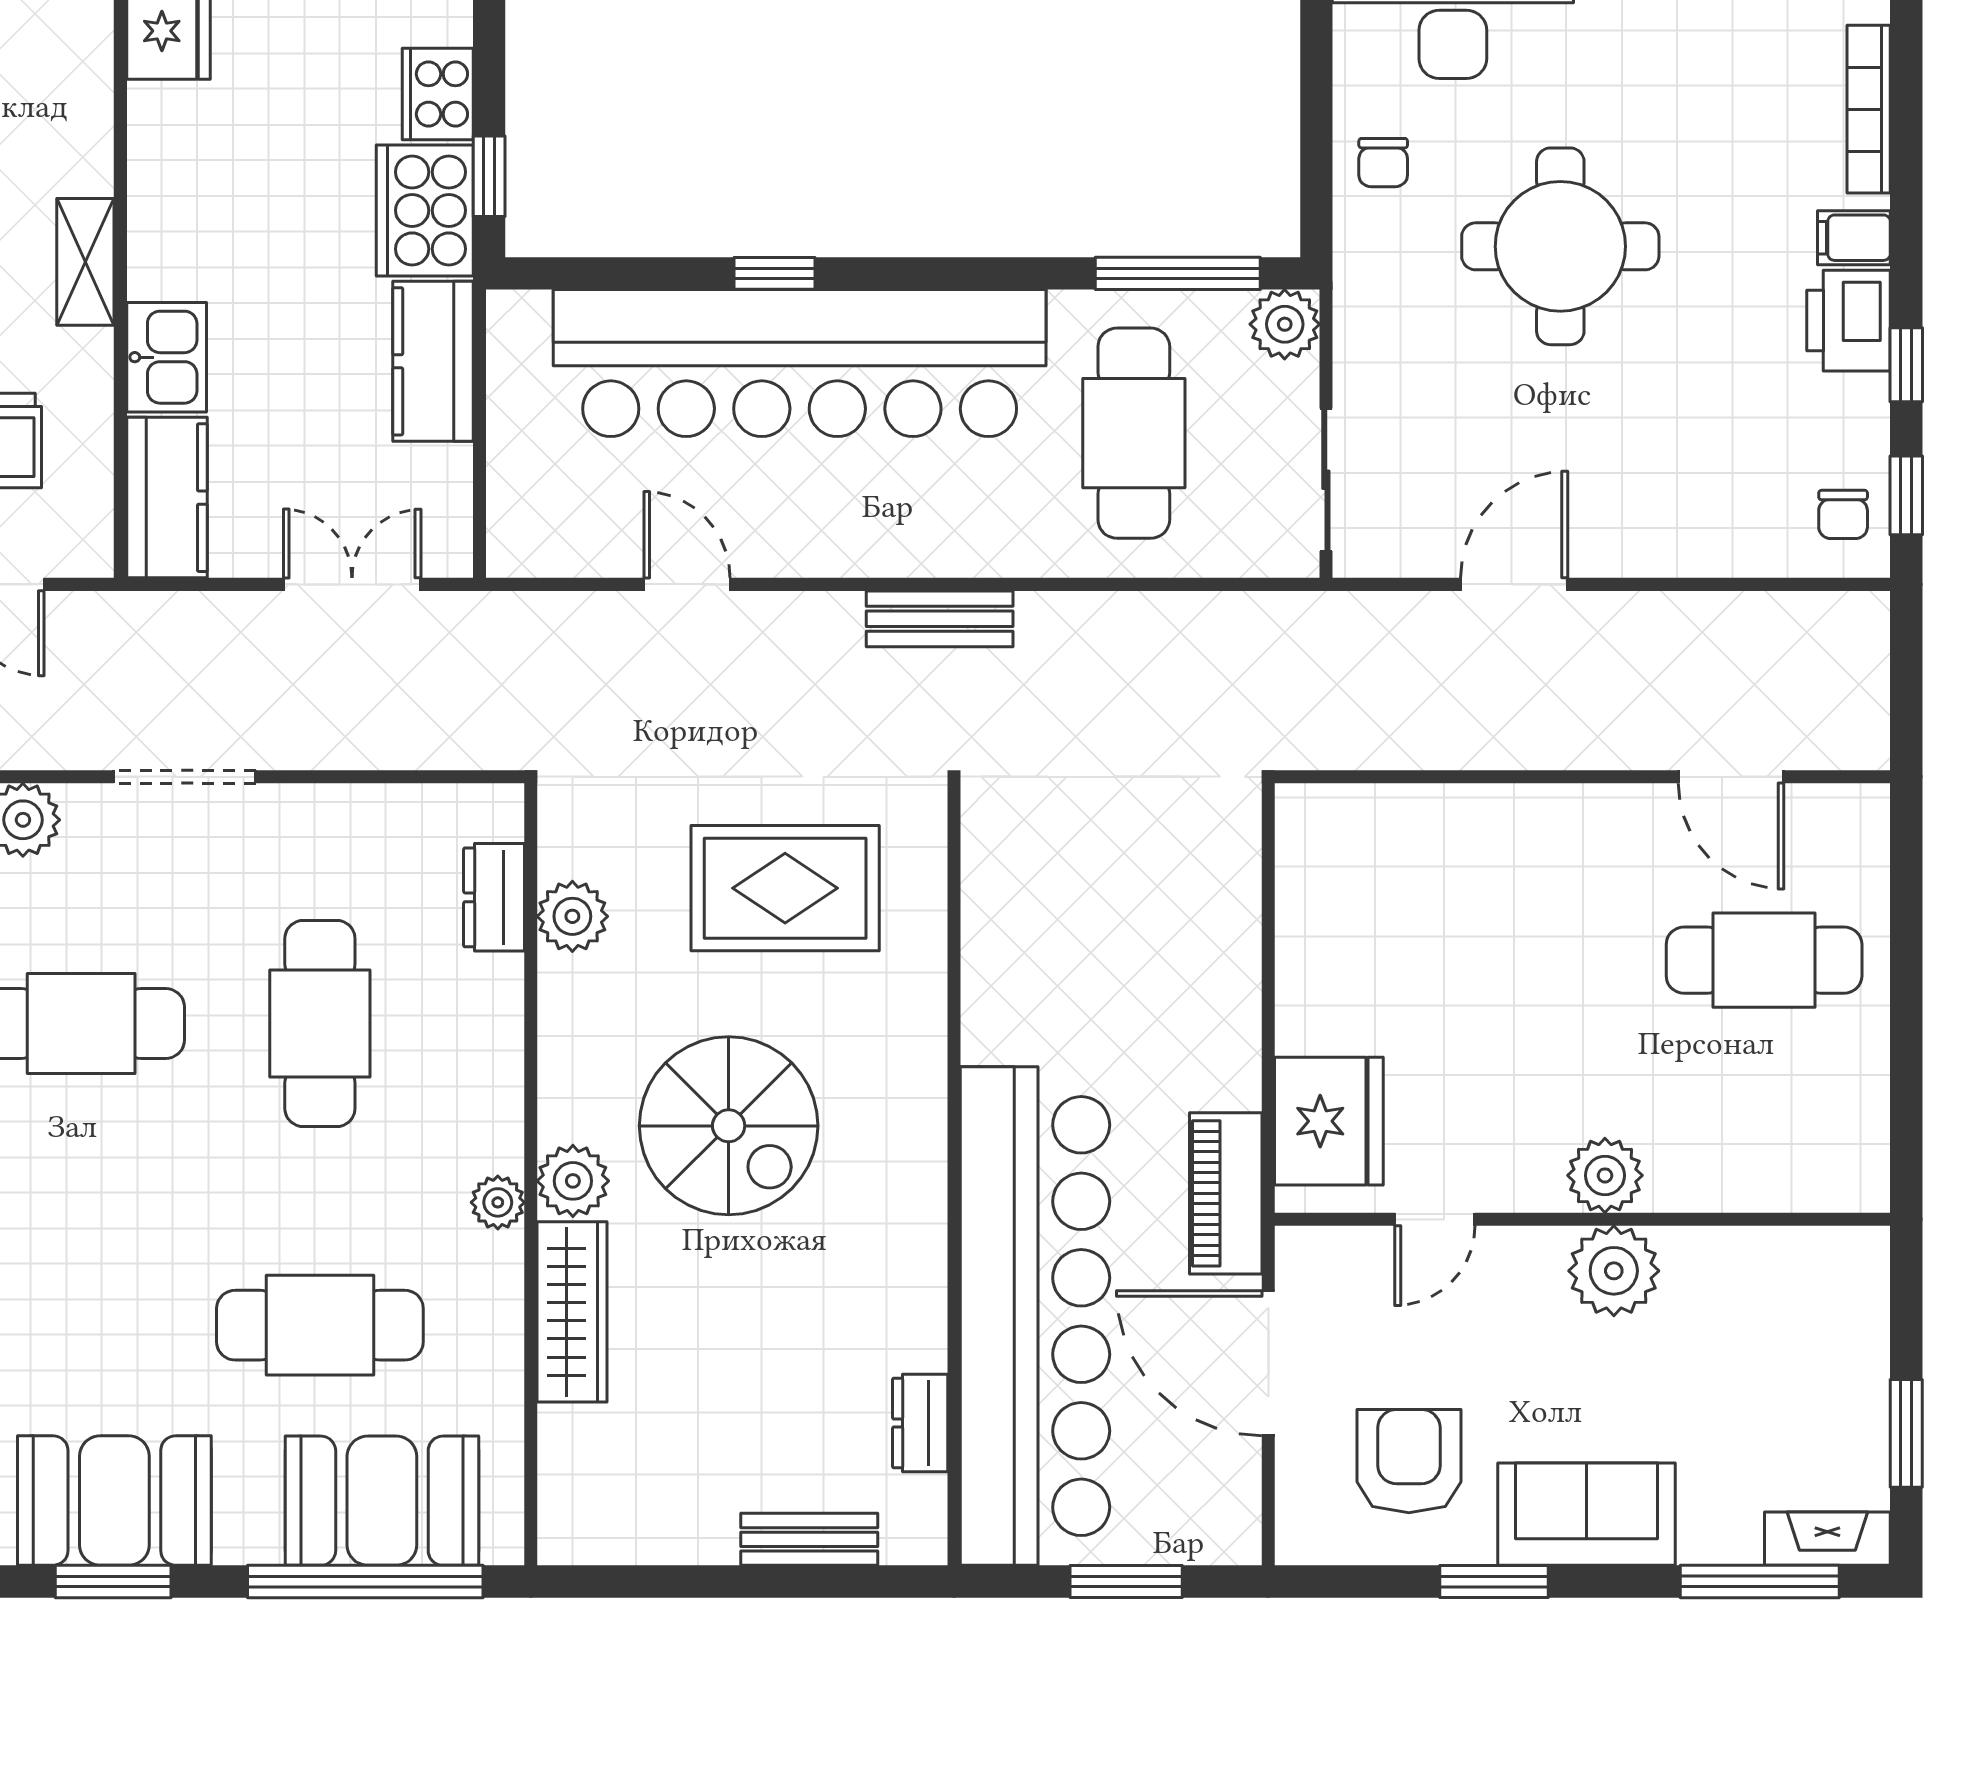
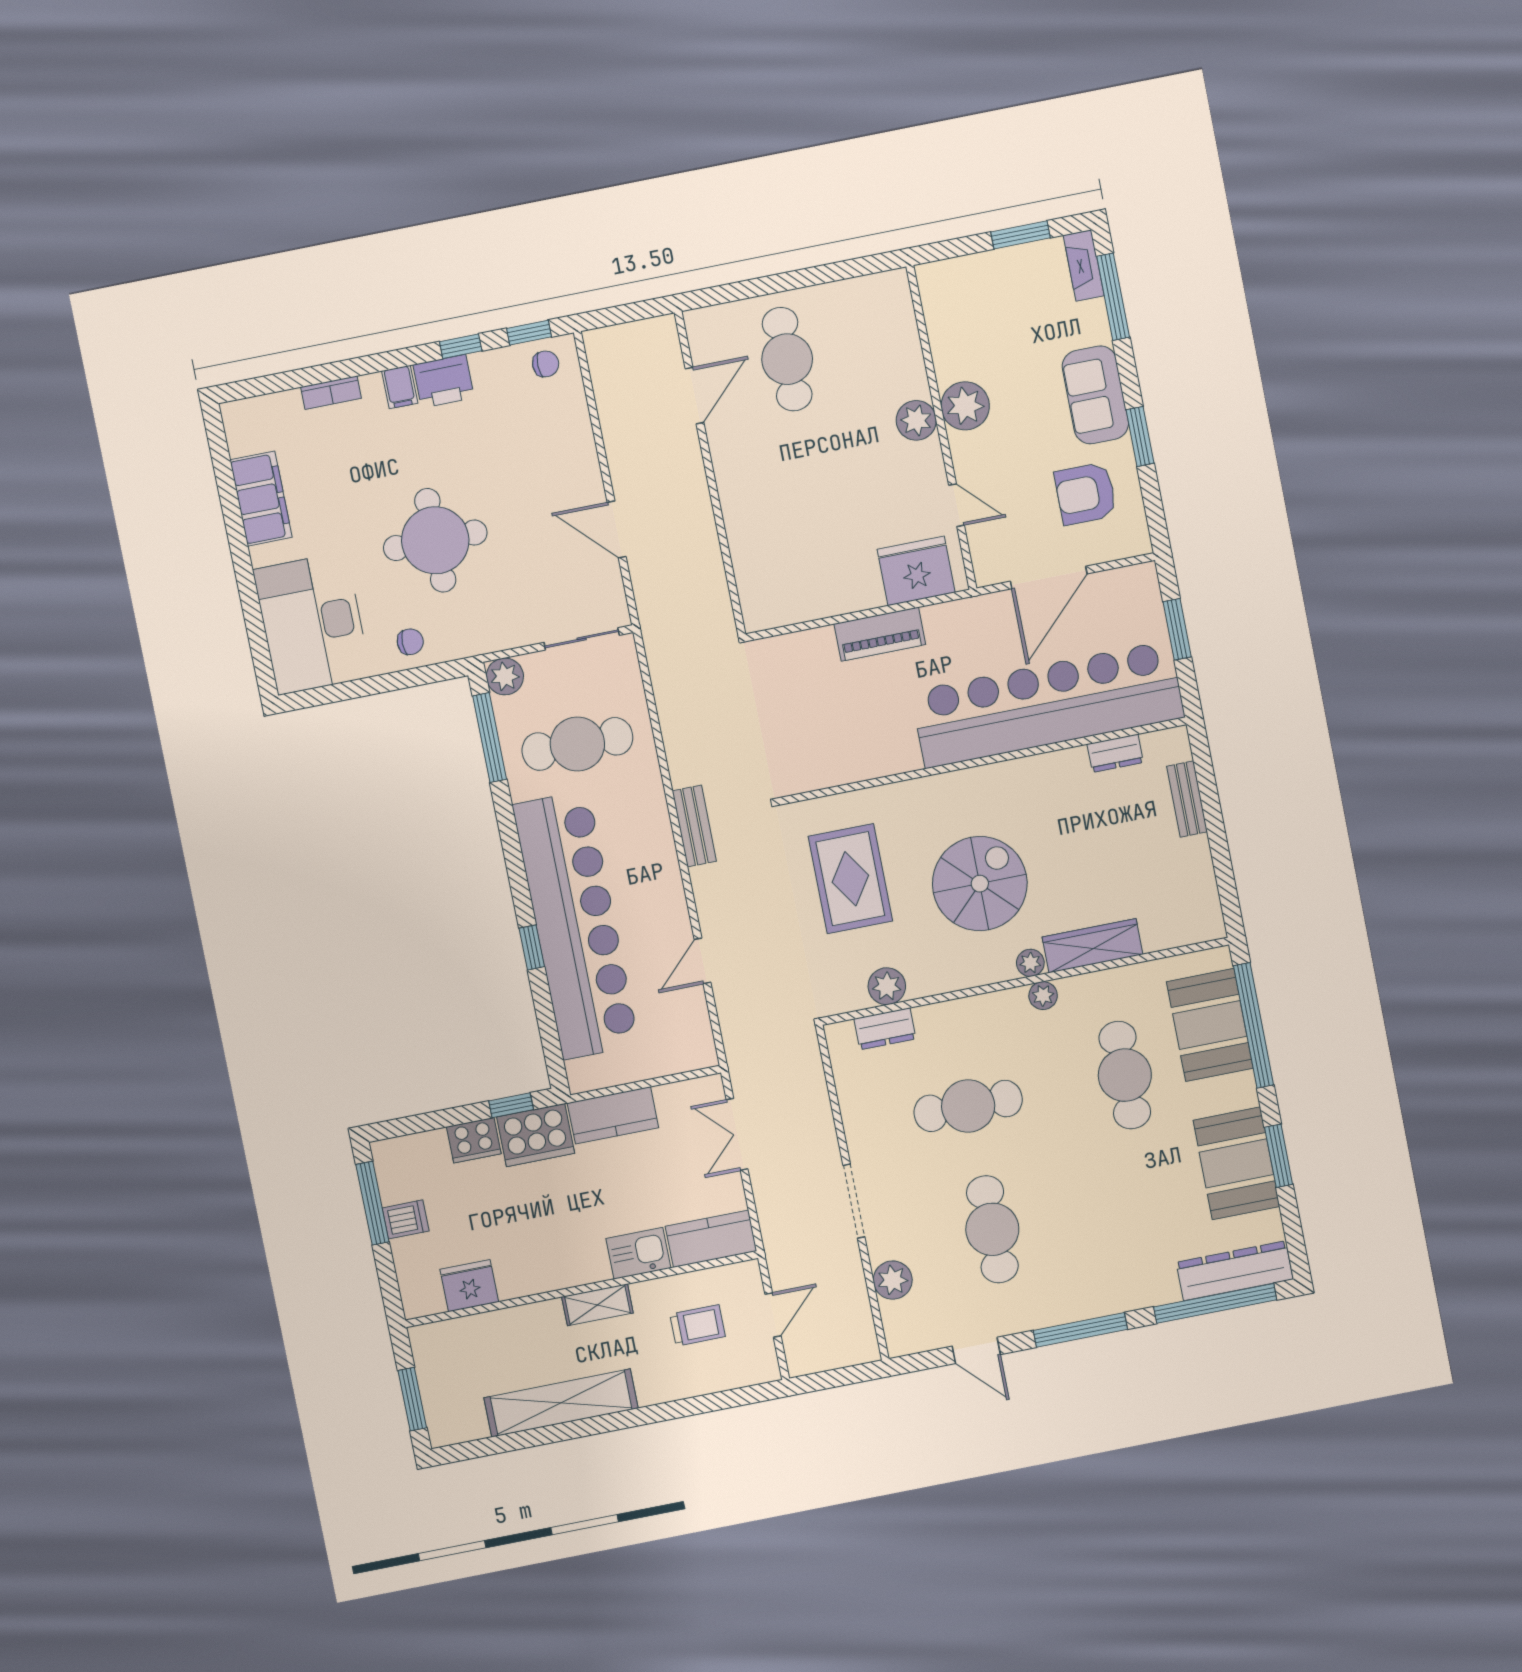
bookcase: (1869, 109) -> (331, 393), width x0.64
plant: (573, 1181) -> (1030, 963), width x0.73, depth x0.73
piano: (1226, 1193) -> (880, 634), moved

